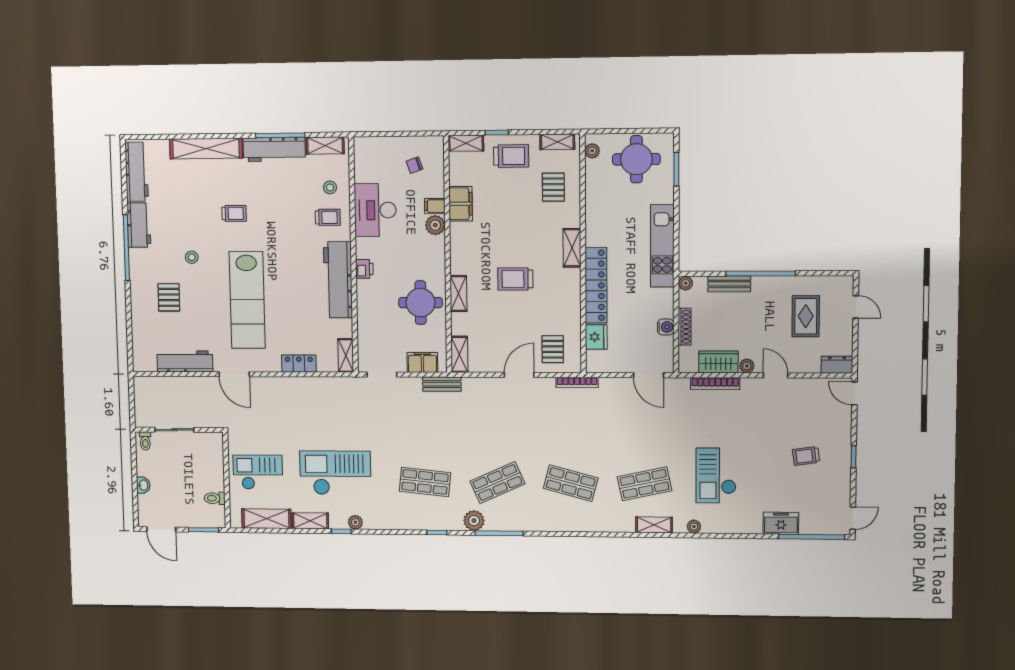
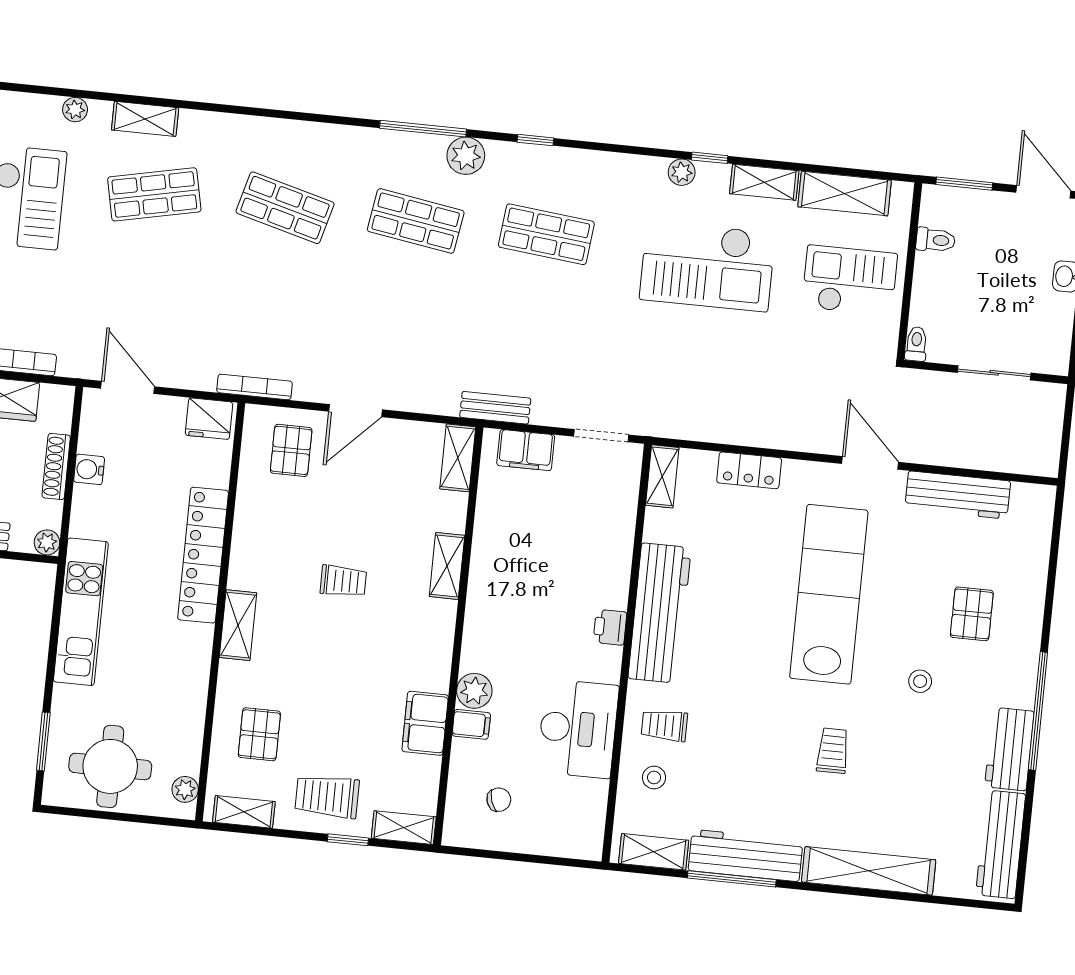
trolley: (234, 213) -> (833, 751), turned 90
trolley: (515, 279) -> (343, 581), width x0.73, depth x0.72
round table: (421, 303) -> (516, 557), removed
fridge: (596, 337) -> (209, 419), moved, turned -90
toilet: (145, 441) -> (916, 344), moved
checkout: (258, 472) -> (850, 280), turned 180
shop shelf: (497, 483) -> (416, 221), turned 33

